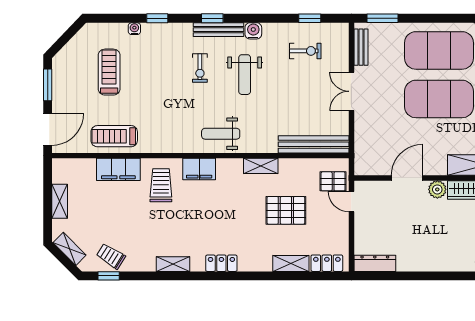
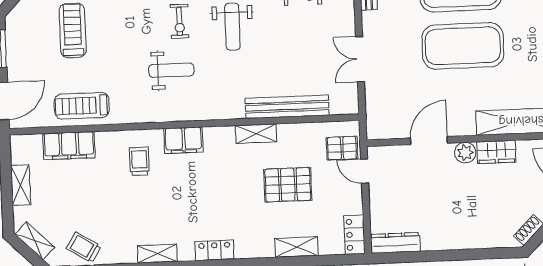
double door: (351, 91) -> (360, 59), moved
weight bench: (221, 134) -> (171, 70), moved, turned 180
bench: (314, 144) -> (287, 107), moved
filing cabinet: (118, 169) -> (69, 146), moved
trolley: (161, 185) -> (139, 161), width x0.73, depth x0.72
locker: (327, 263) -> (354, 235), moved, turned -90

